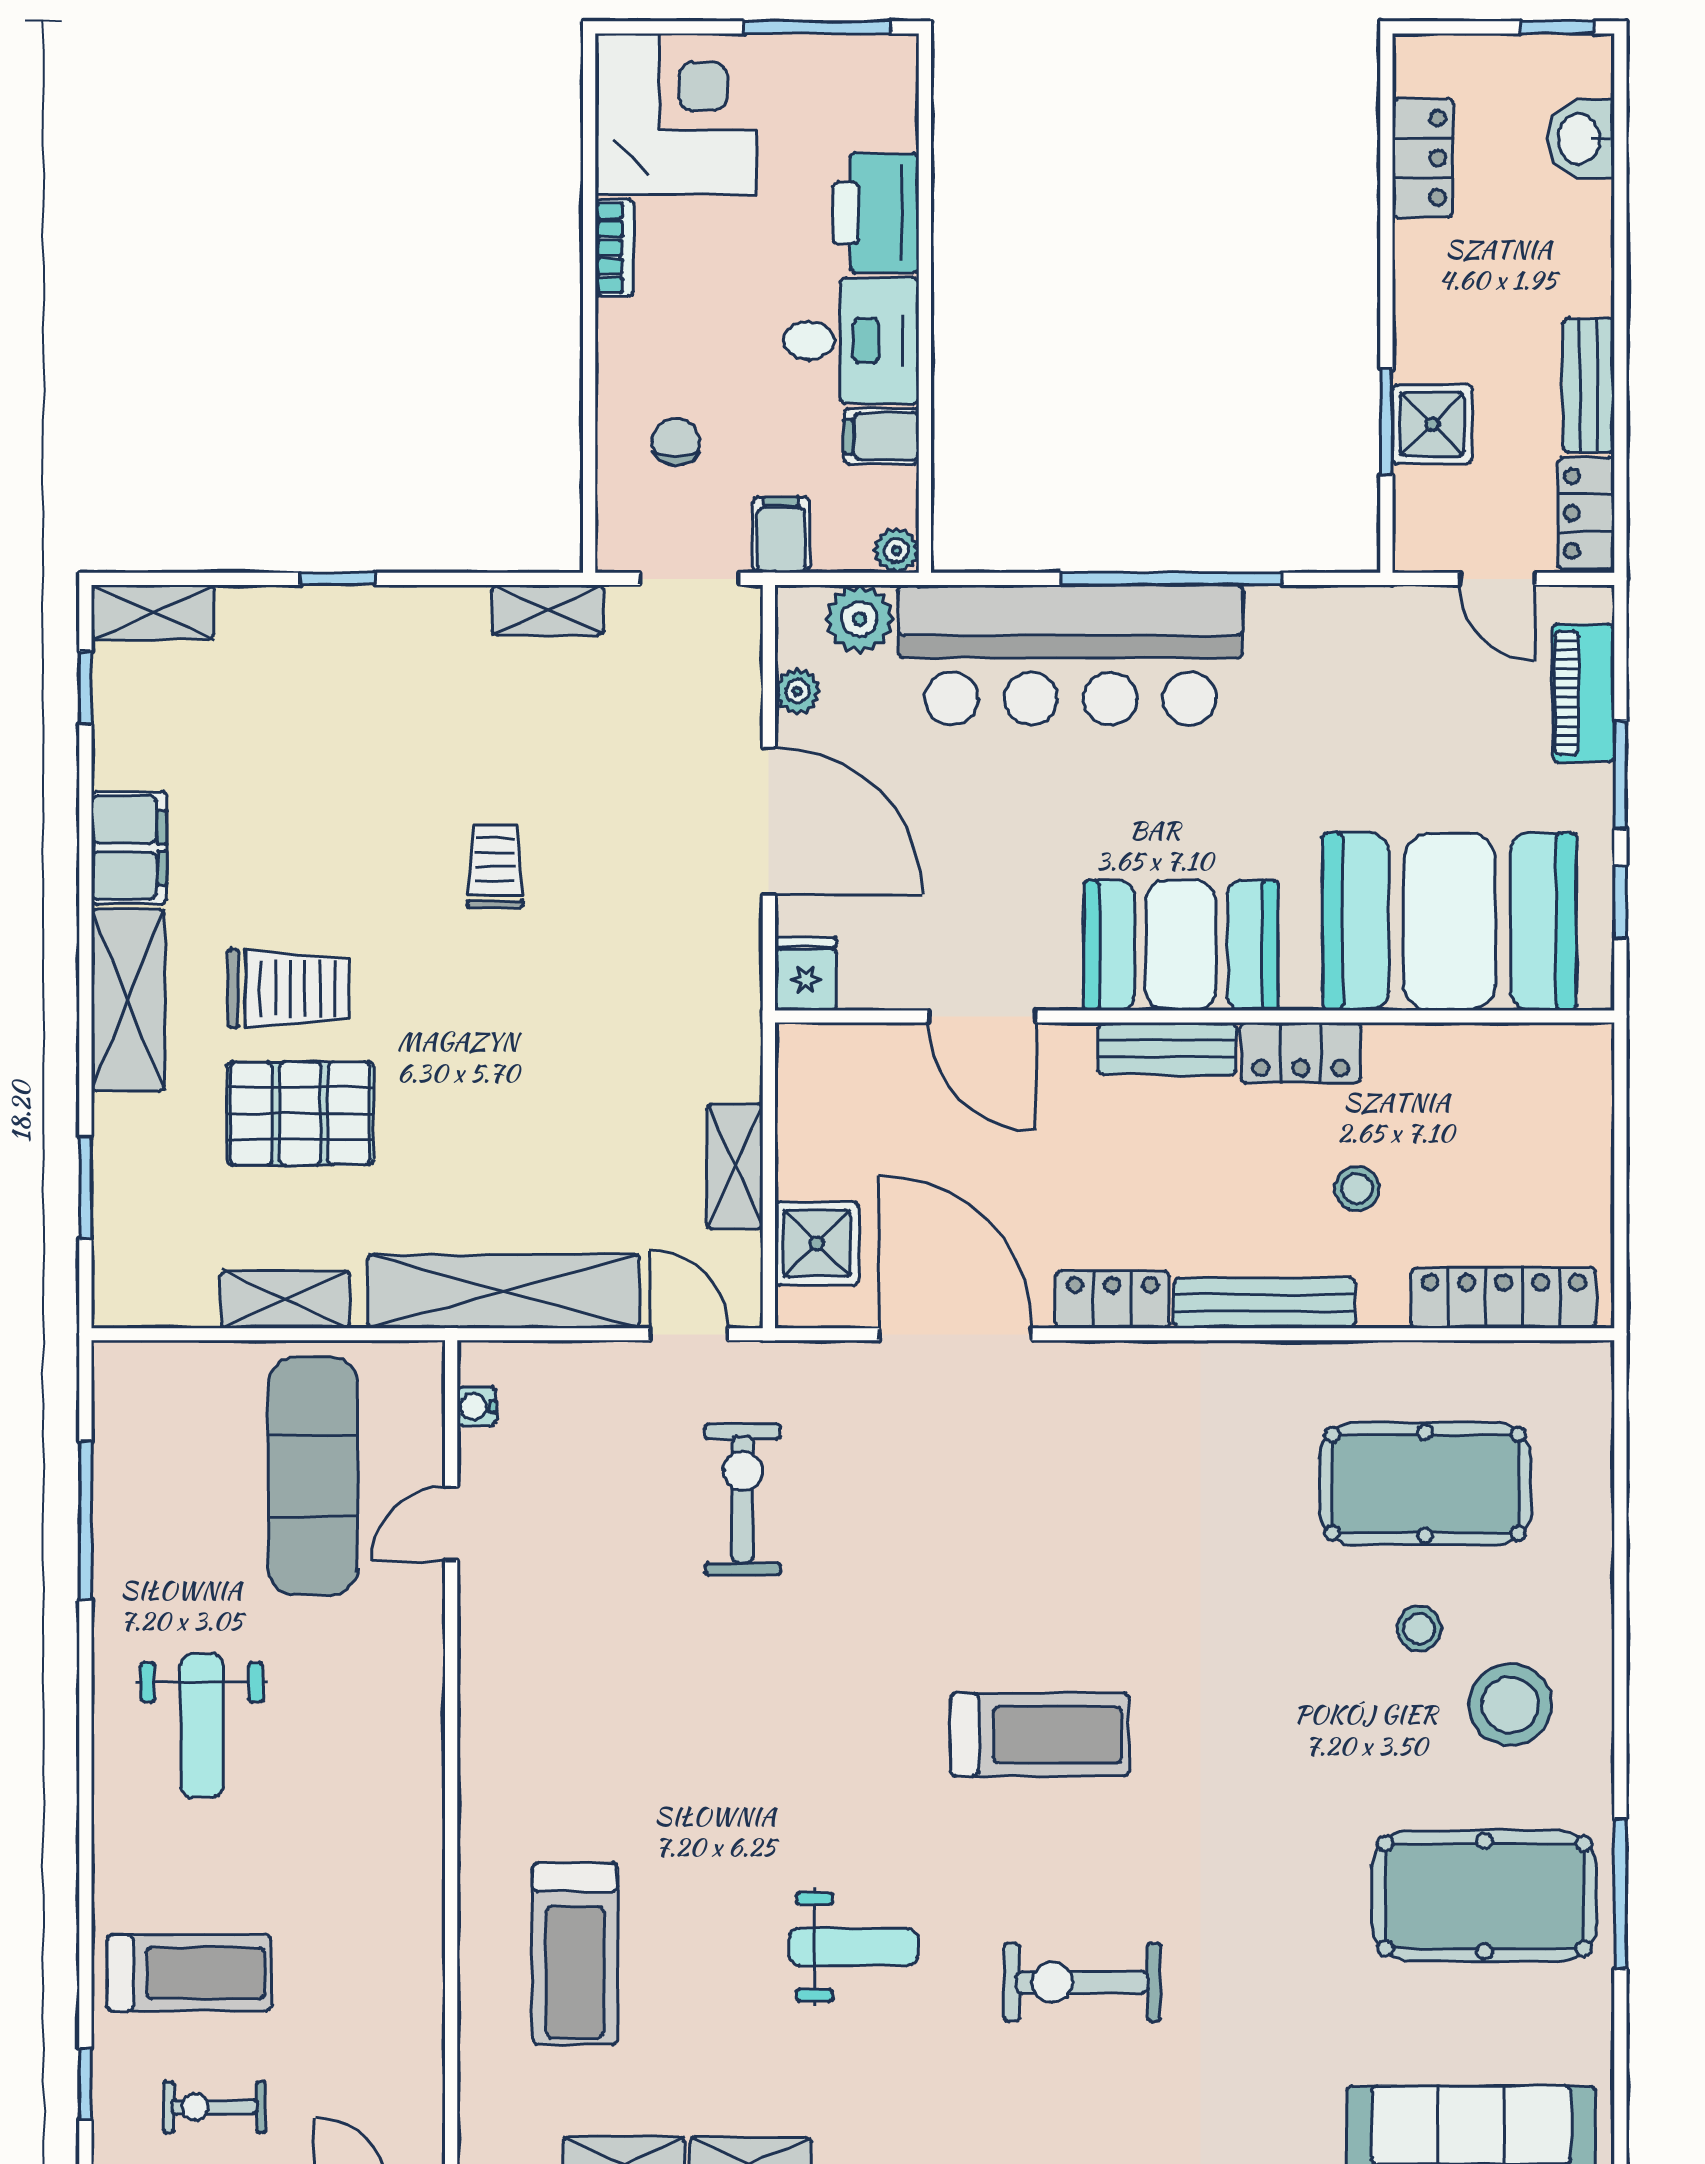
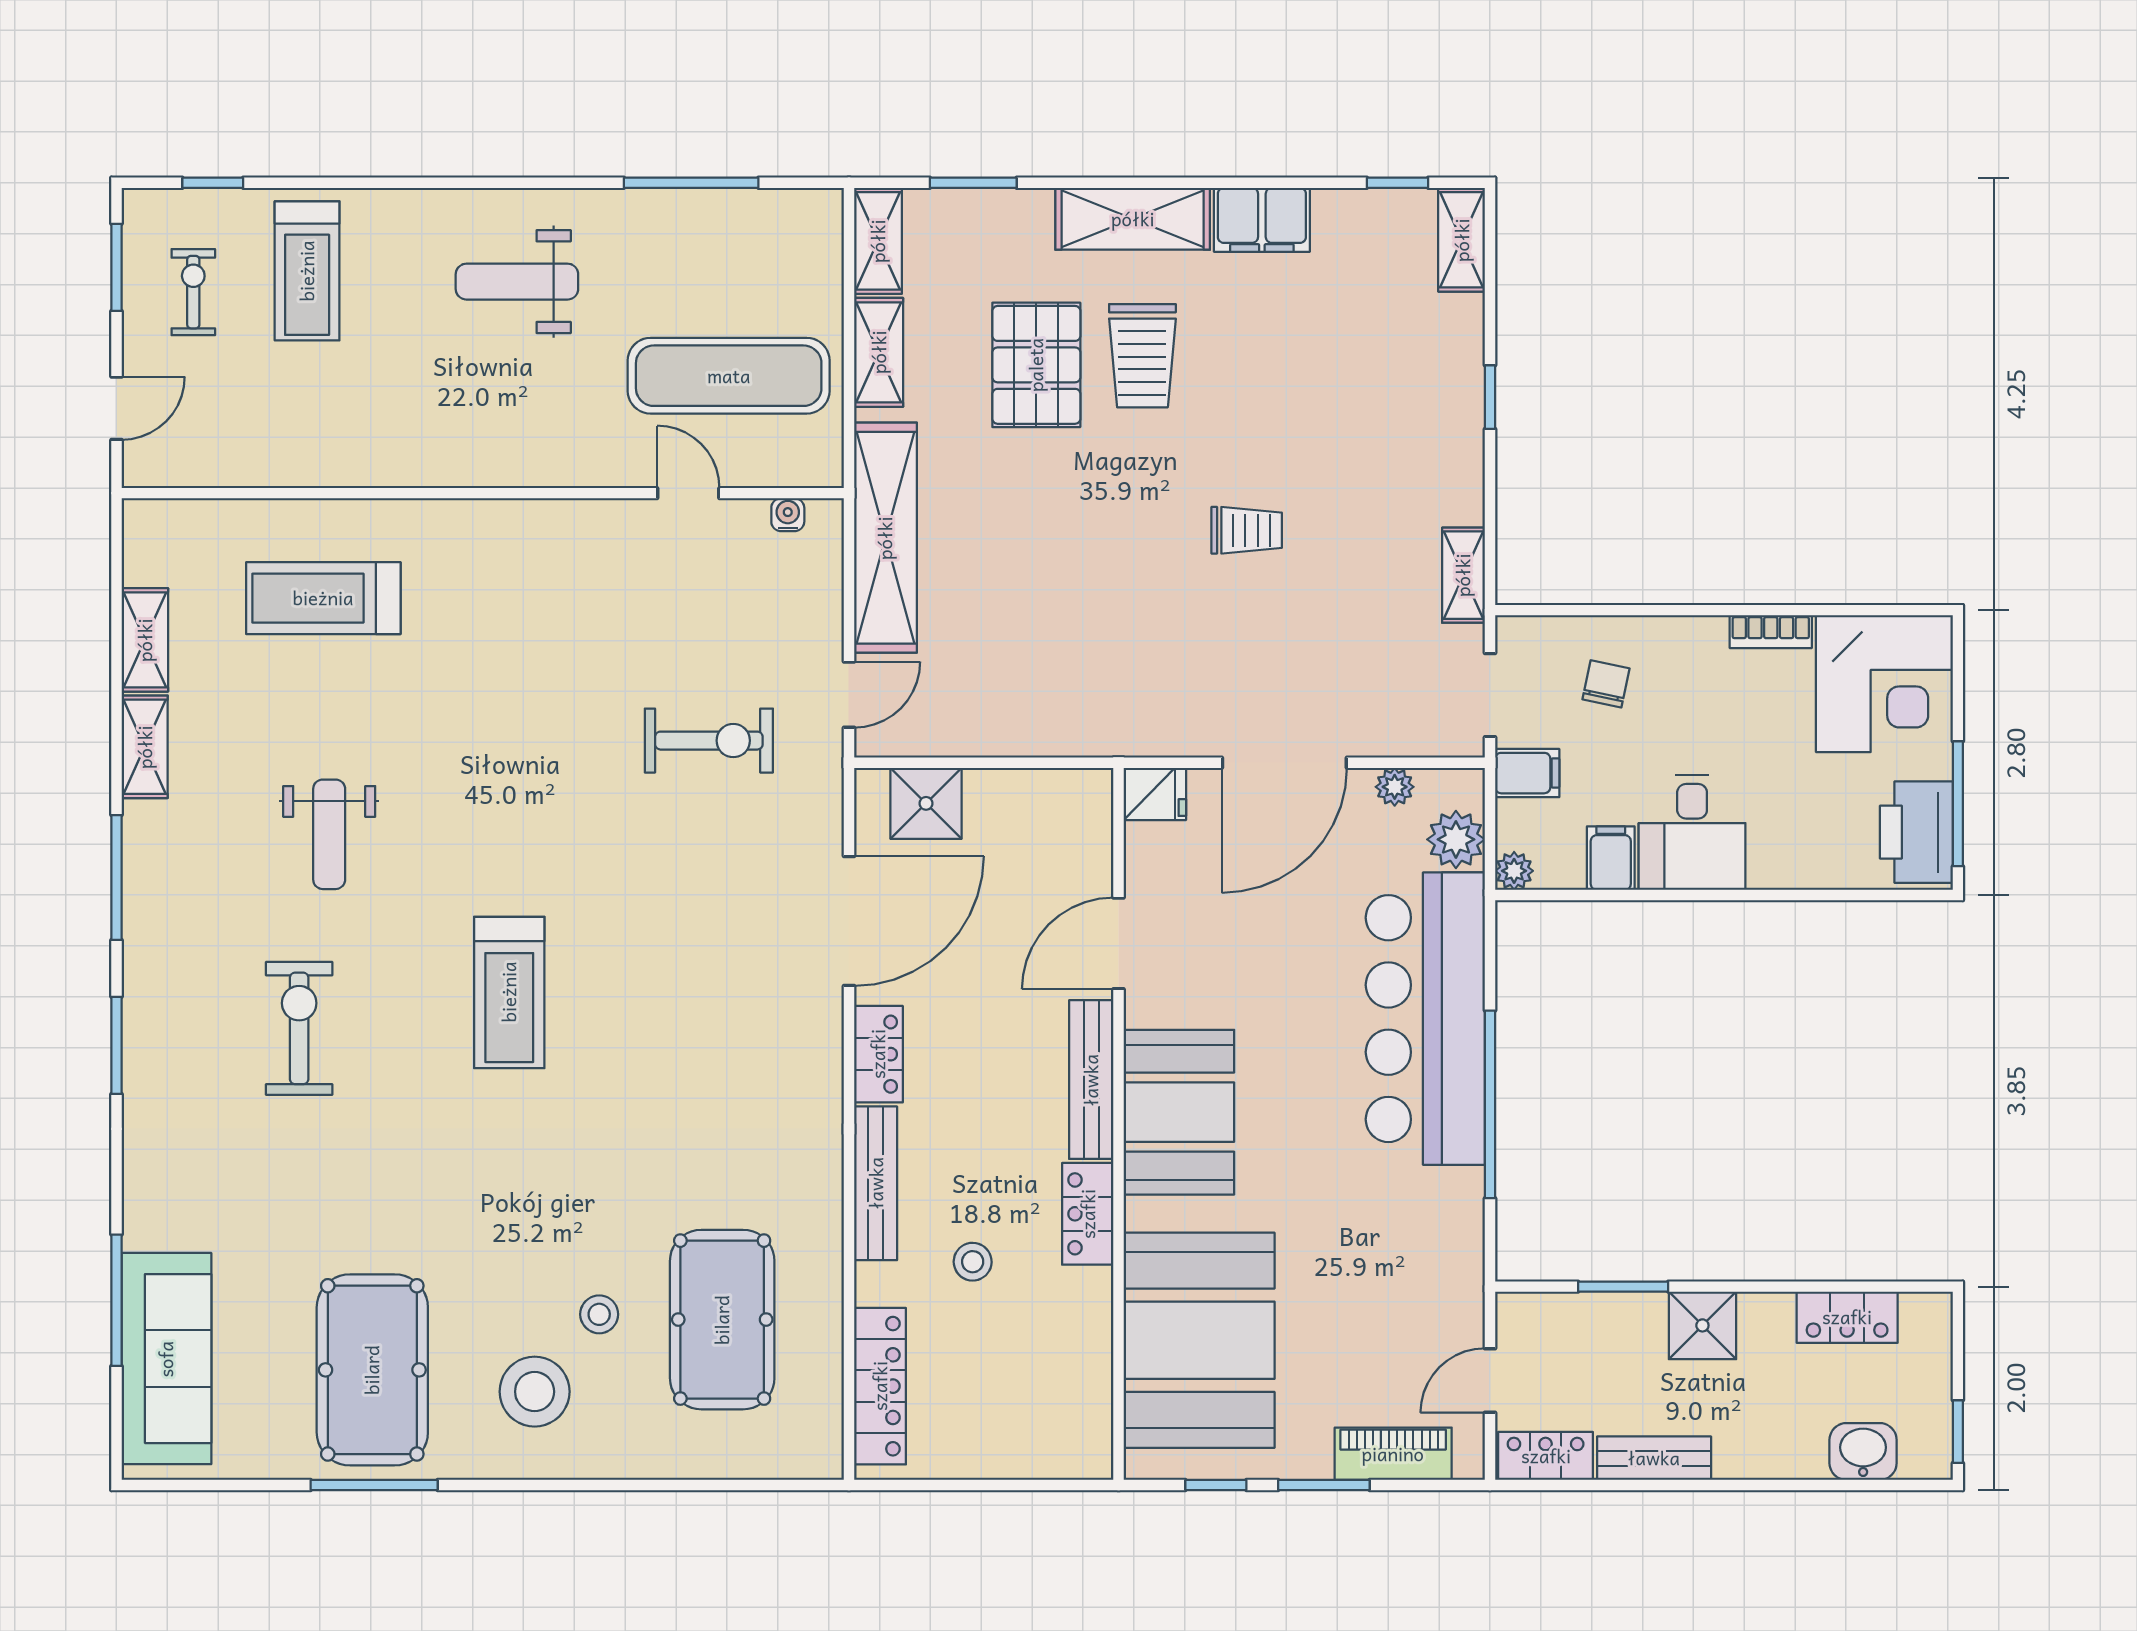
printer: (876, 213) -> (1916, 832), moved, turned -90
shower: (1432, 424) -> (1702, 1325), moved
chair: (676, 442) -> (1606, 684), turned -78
bench: (1167, 1049) -> (1091, 1080), width x1.36
shelving: (735, 1167) -> (878, 241), moved, turned 90

